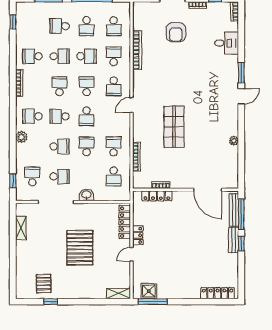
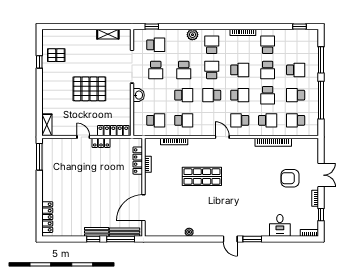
school desk: (59, 26) -> (296, 70), turned 90
school desk: (114, 176) -> (156, 120), turned 180
shower: (149, 291) -> (49, 153), removed

